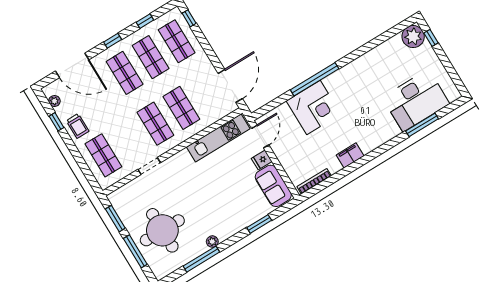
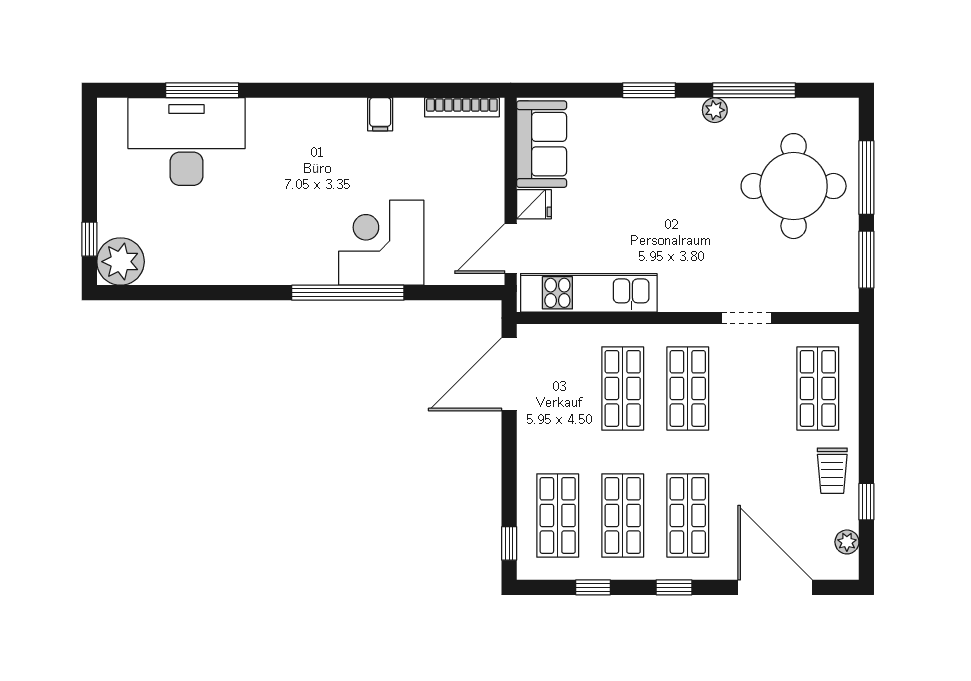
trolley: (78, 126) -> (832, 471), turned 180
filing cabinet: (350, 155) -> (380, 114), width x0.50
window: (259, 224) -> (649, 90), moved

